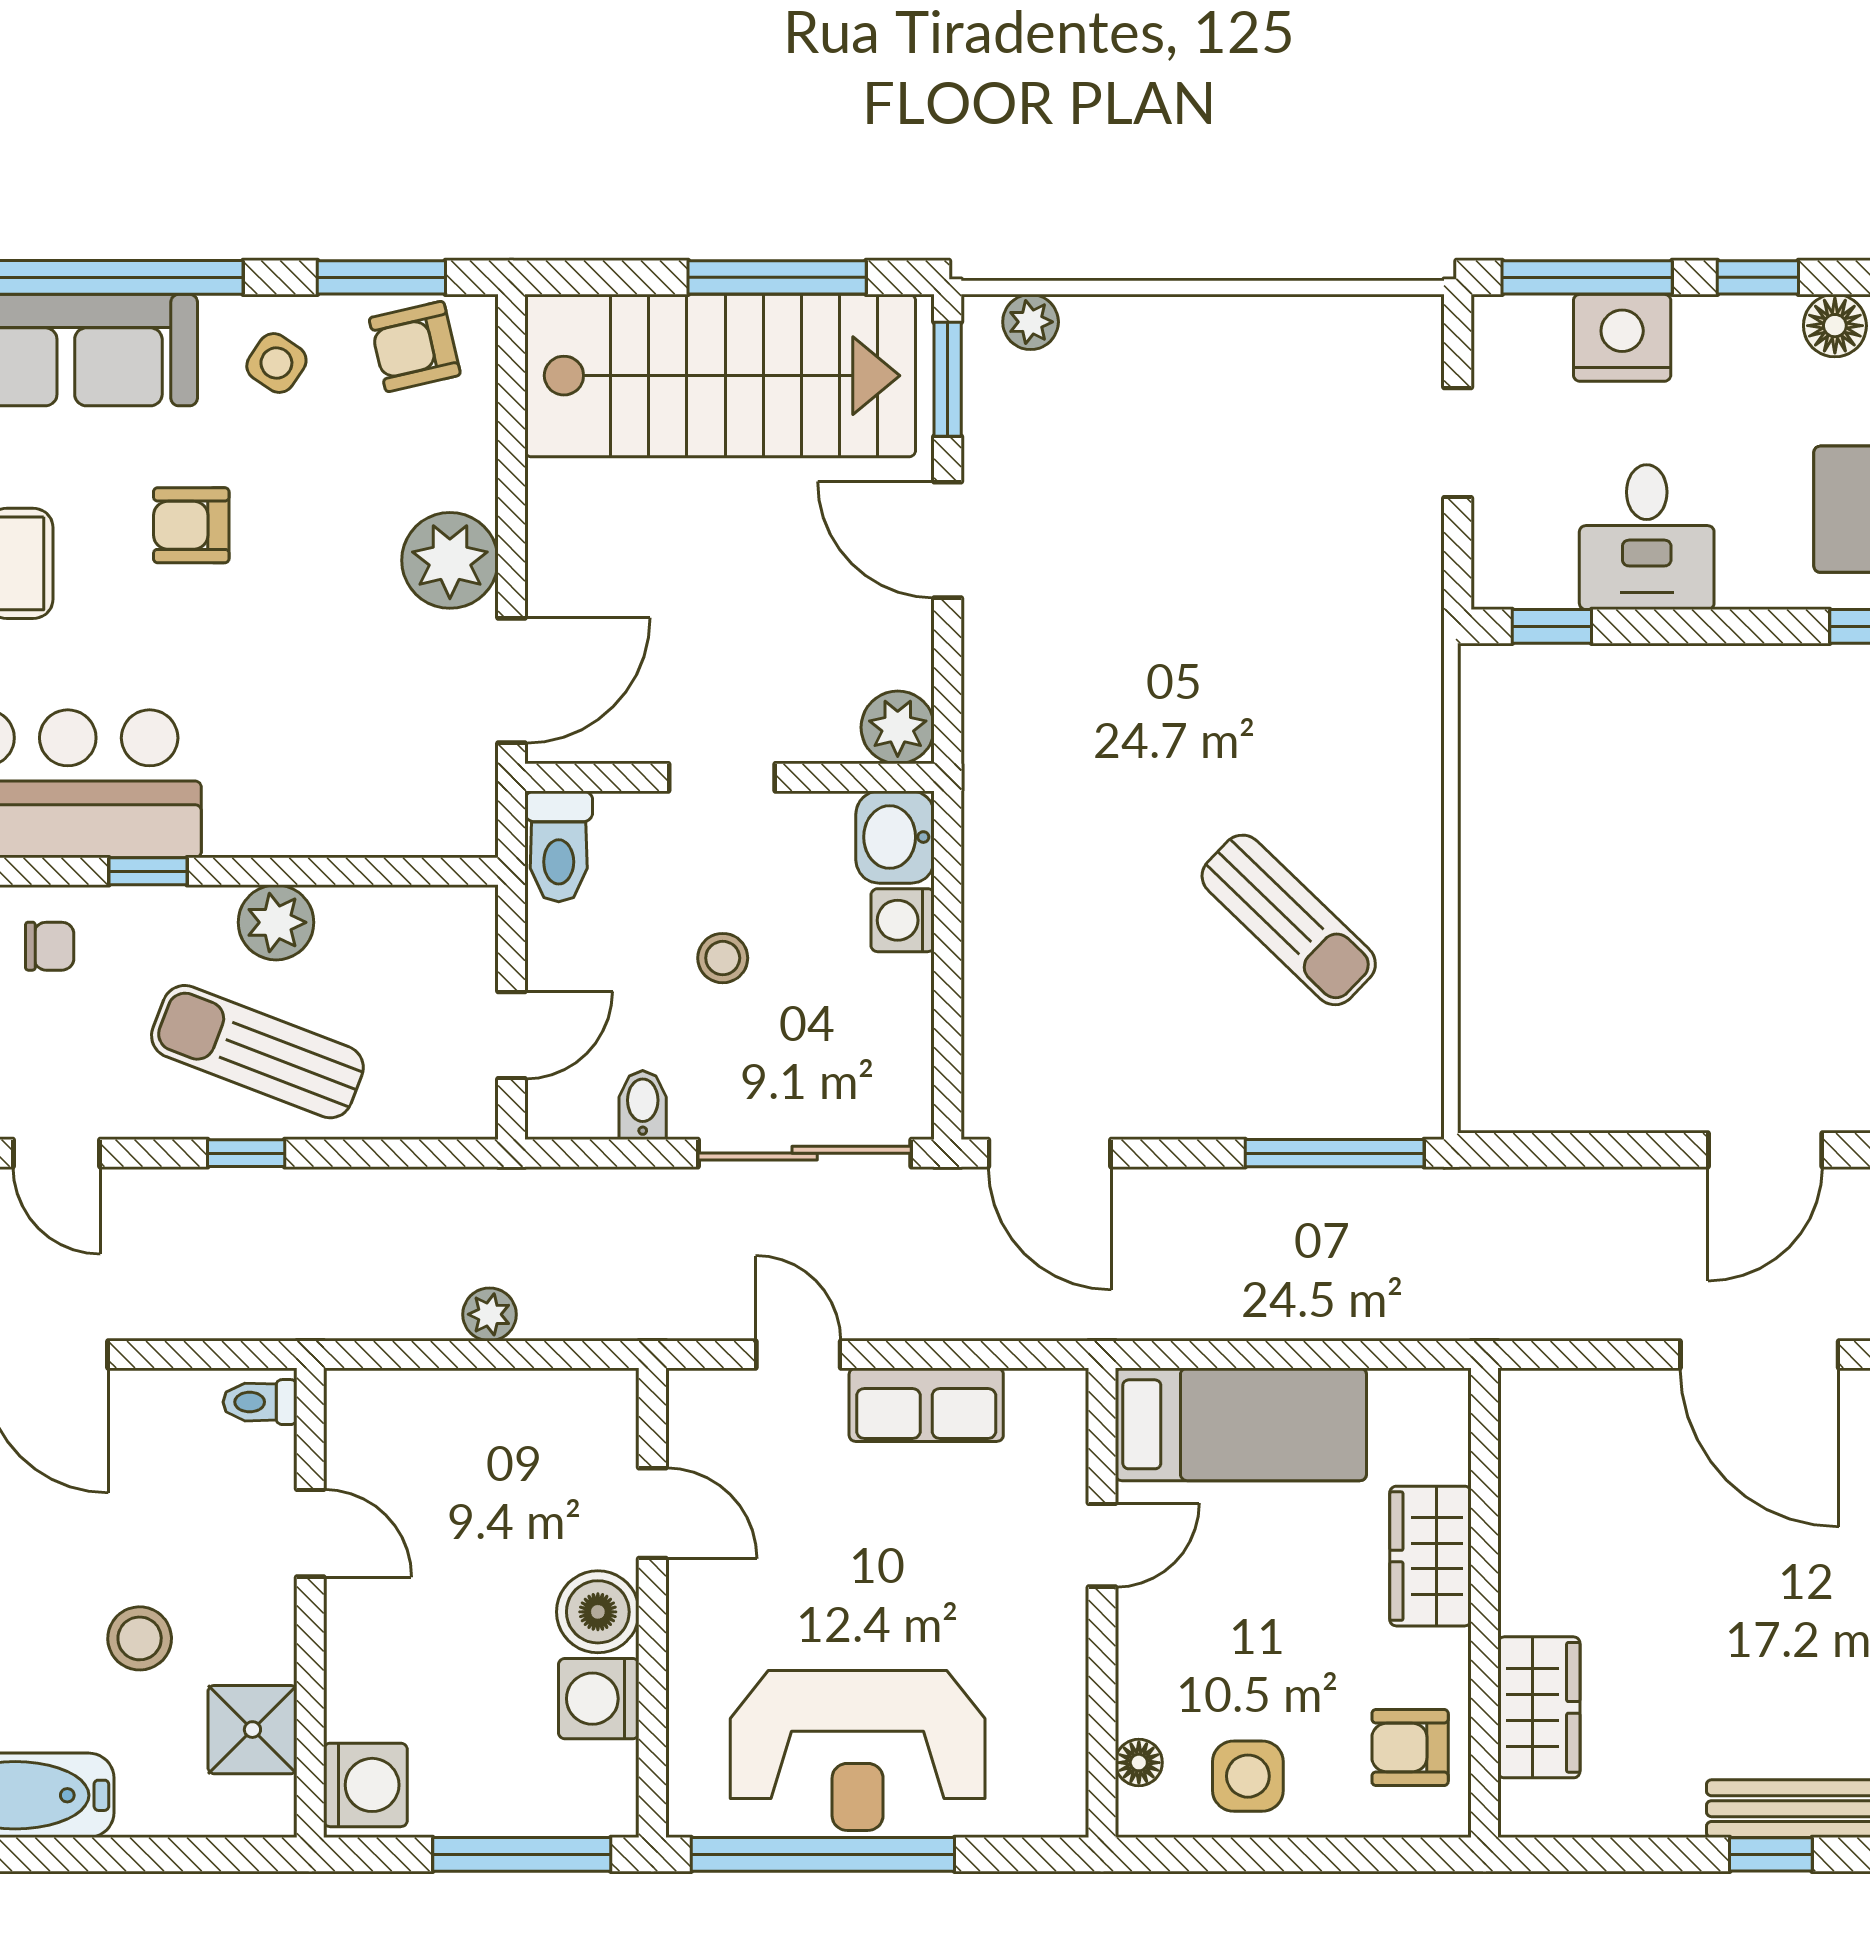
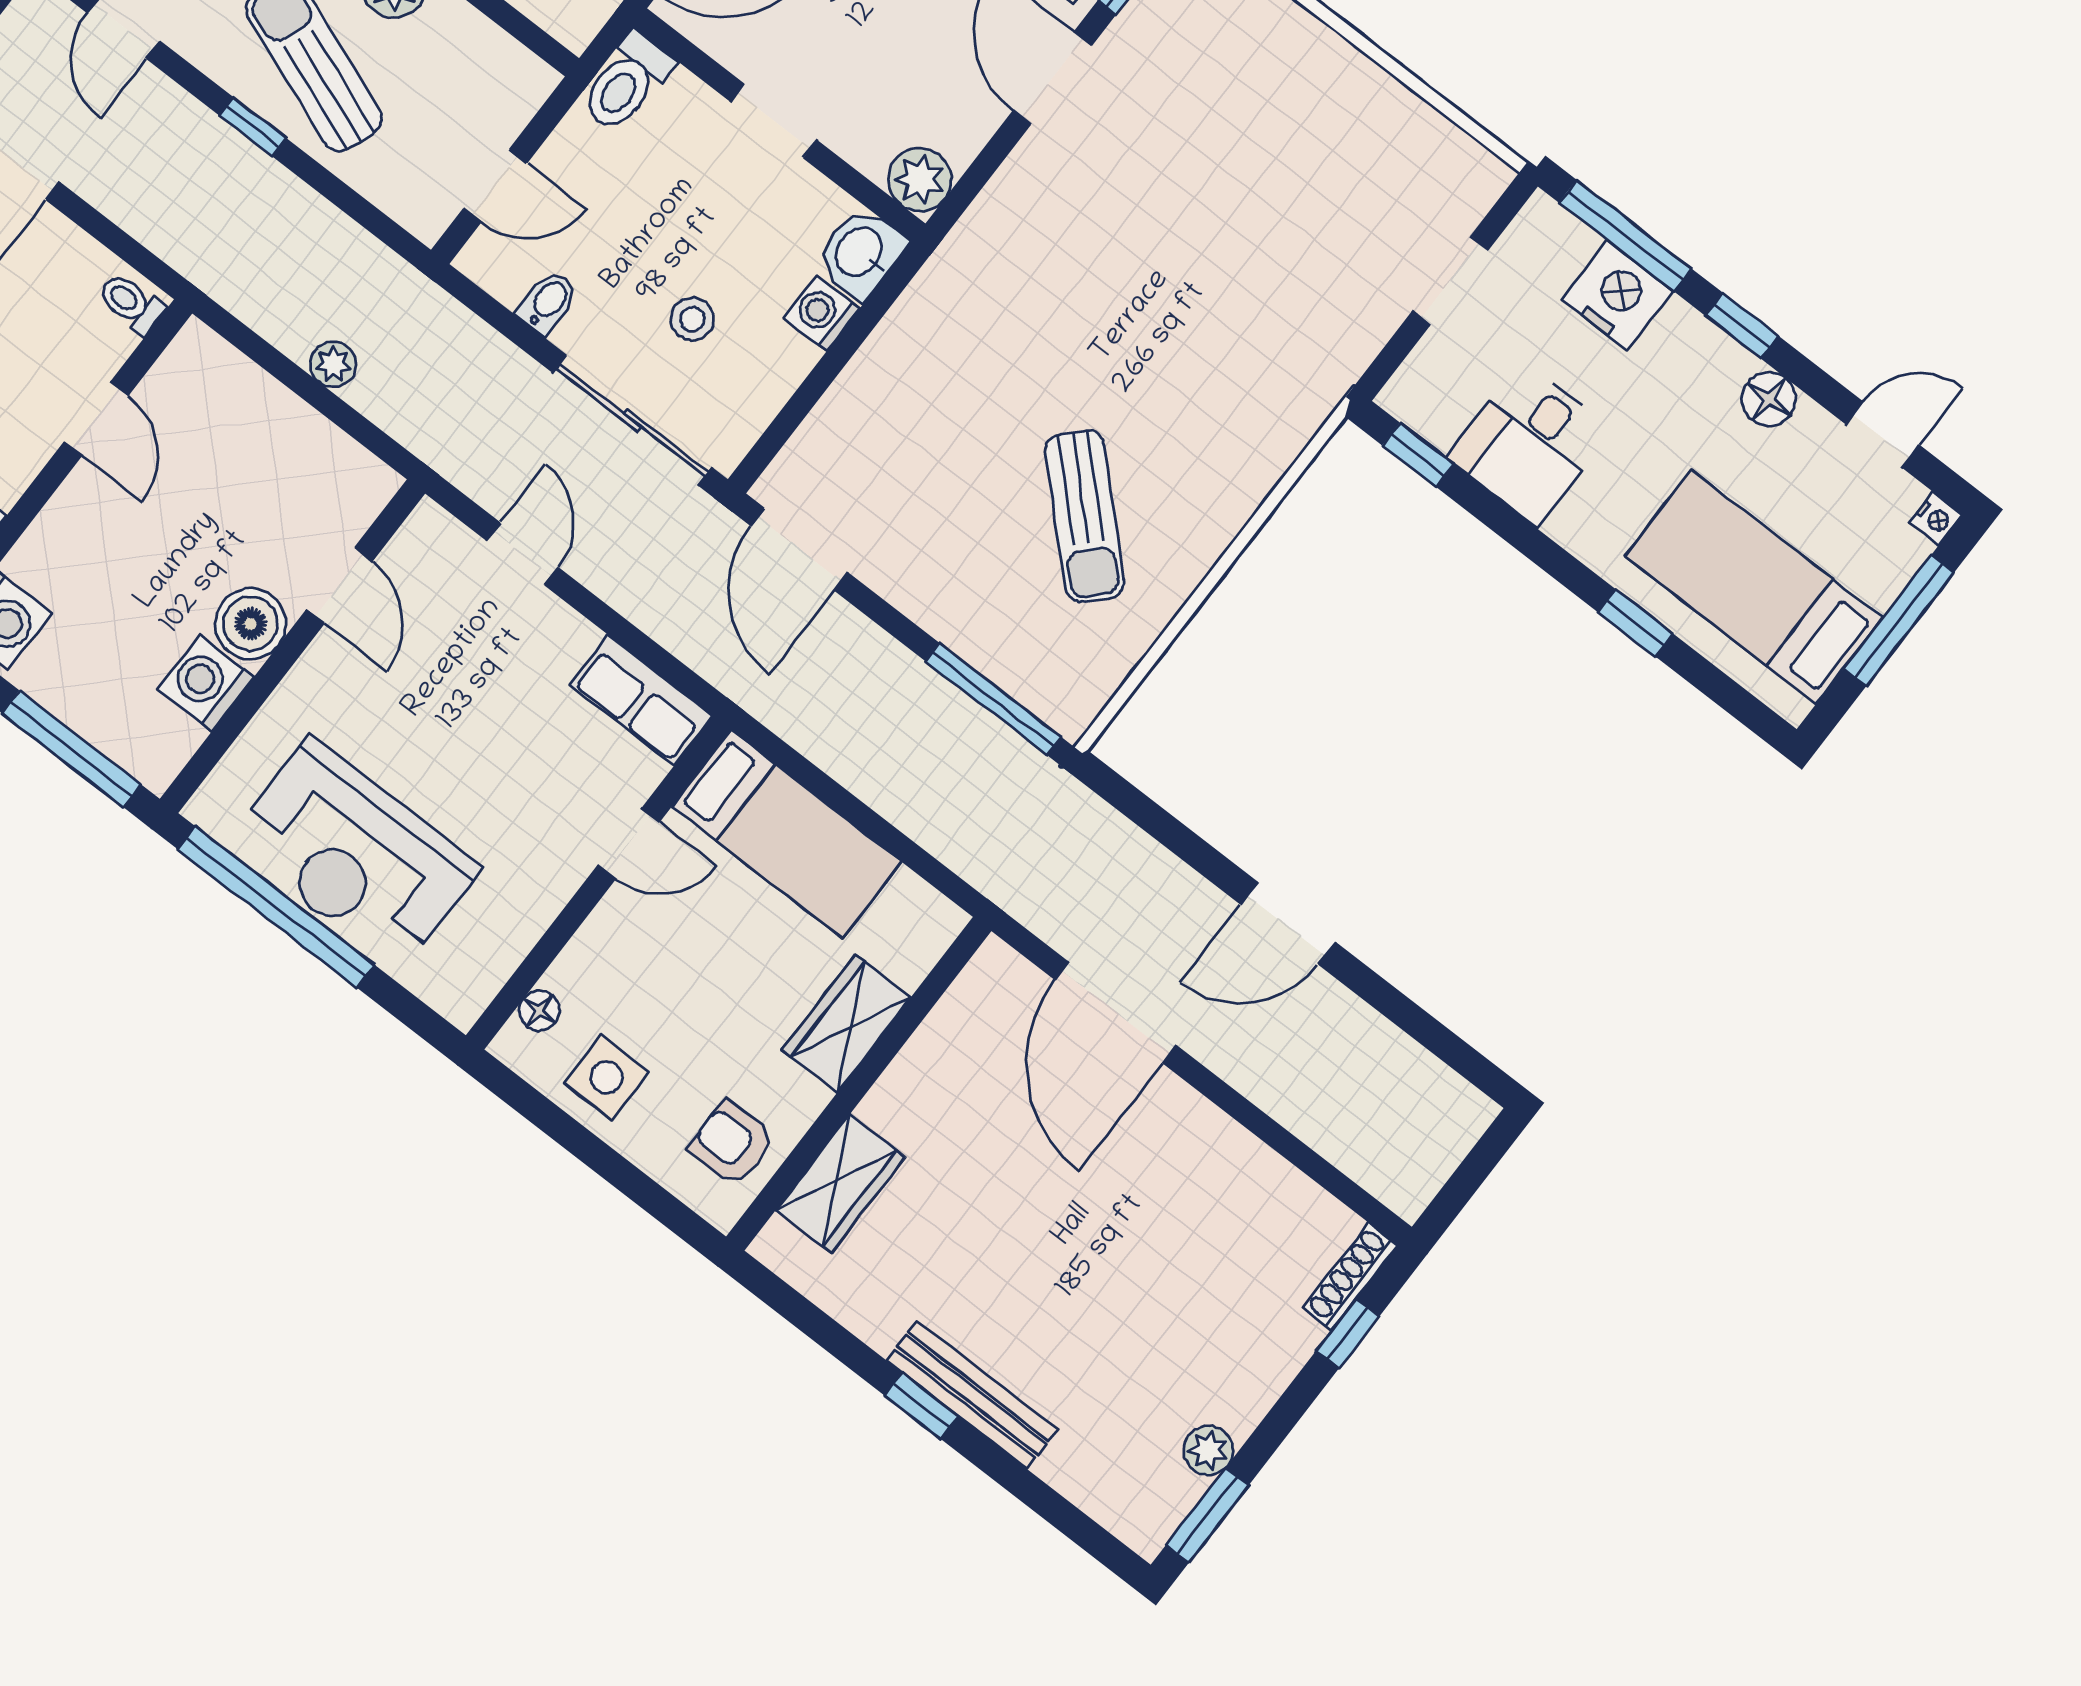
stool: (723, 958) -> (692, 319), moved
door: (1759, 1354) -> (1116, 1012), moved
row of seats: (926, 1405) -> (641, 700), moved

